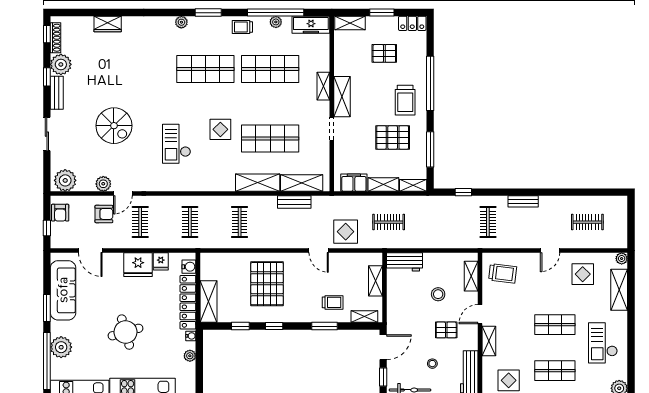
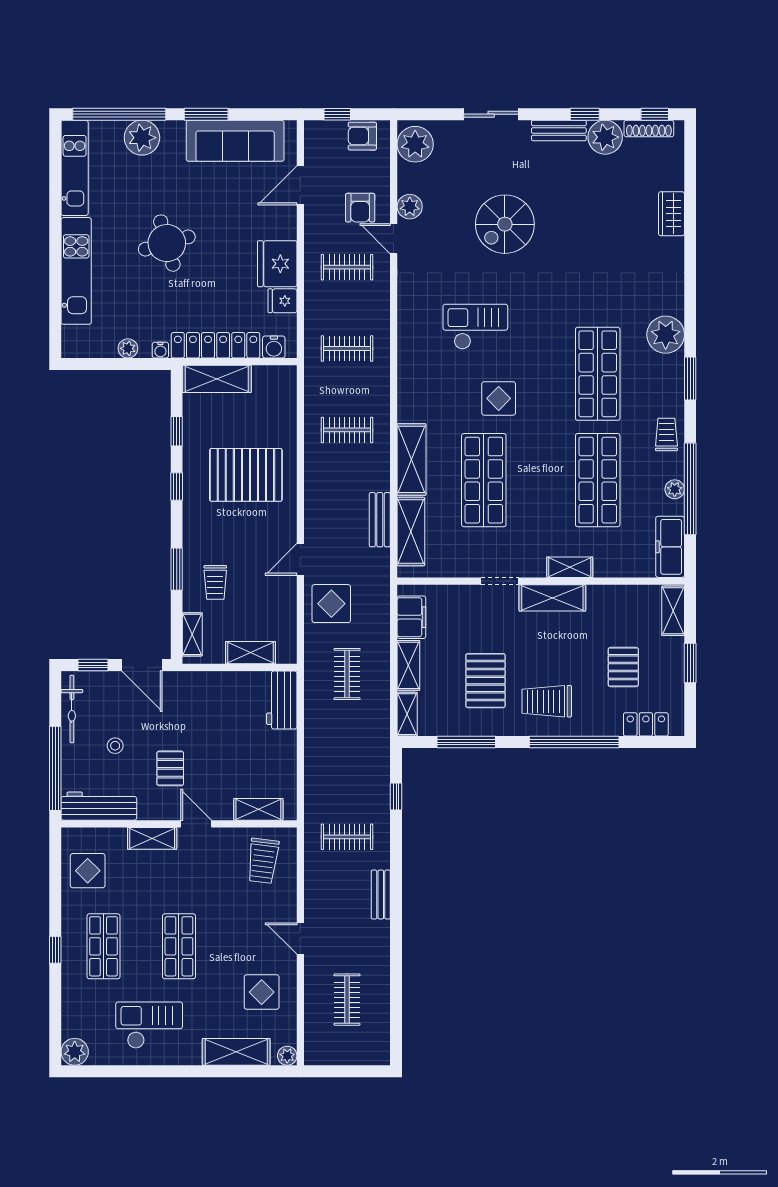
plant: (181, 22) -> (666, 335), width x1.88, depth x1.88
locker: (412, 23) -> (646, 724), moved, turned 90
stool: (438, 294) -> (229, 755), removed

